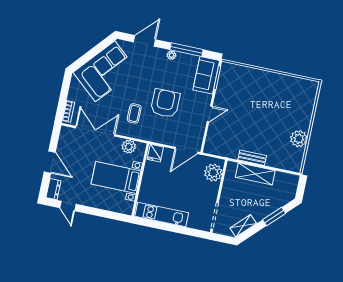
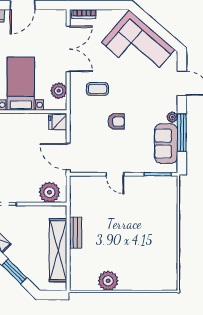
sofa: (206, 75) -> (166, 144), moved, turned -90
armchair: (165, 103) -> (116, 121), width x0.53, depth x0.53
shelving: (255, 174) -> (58, 250), width x1.47

